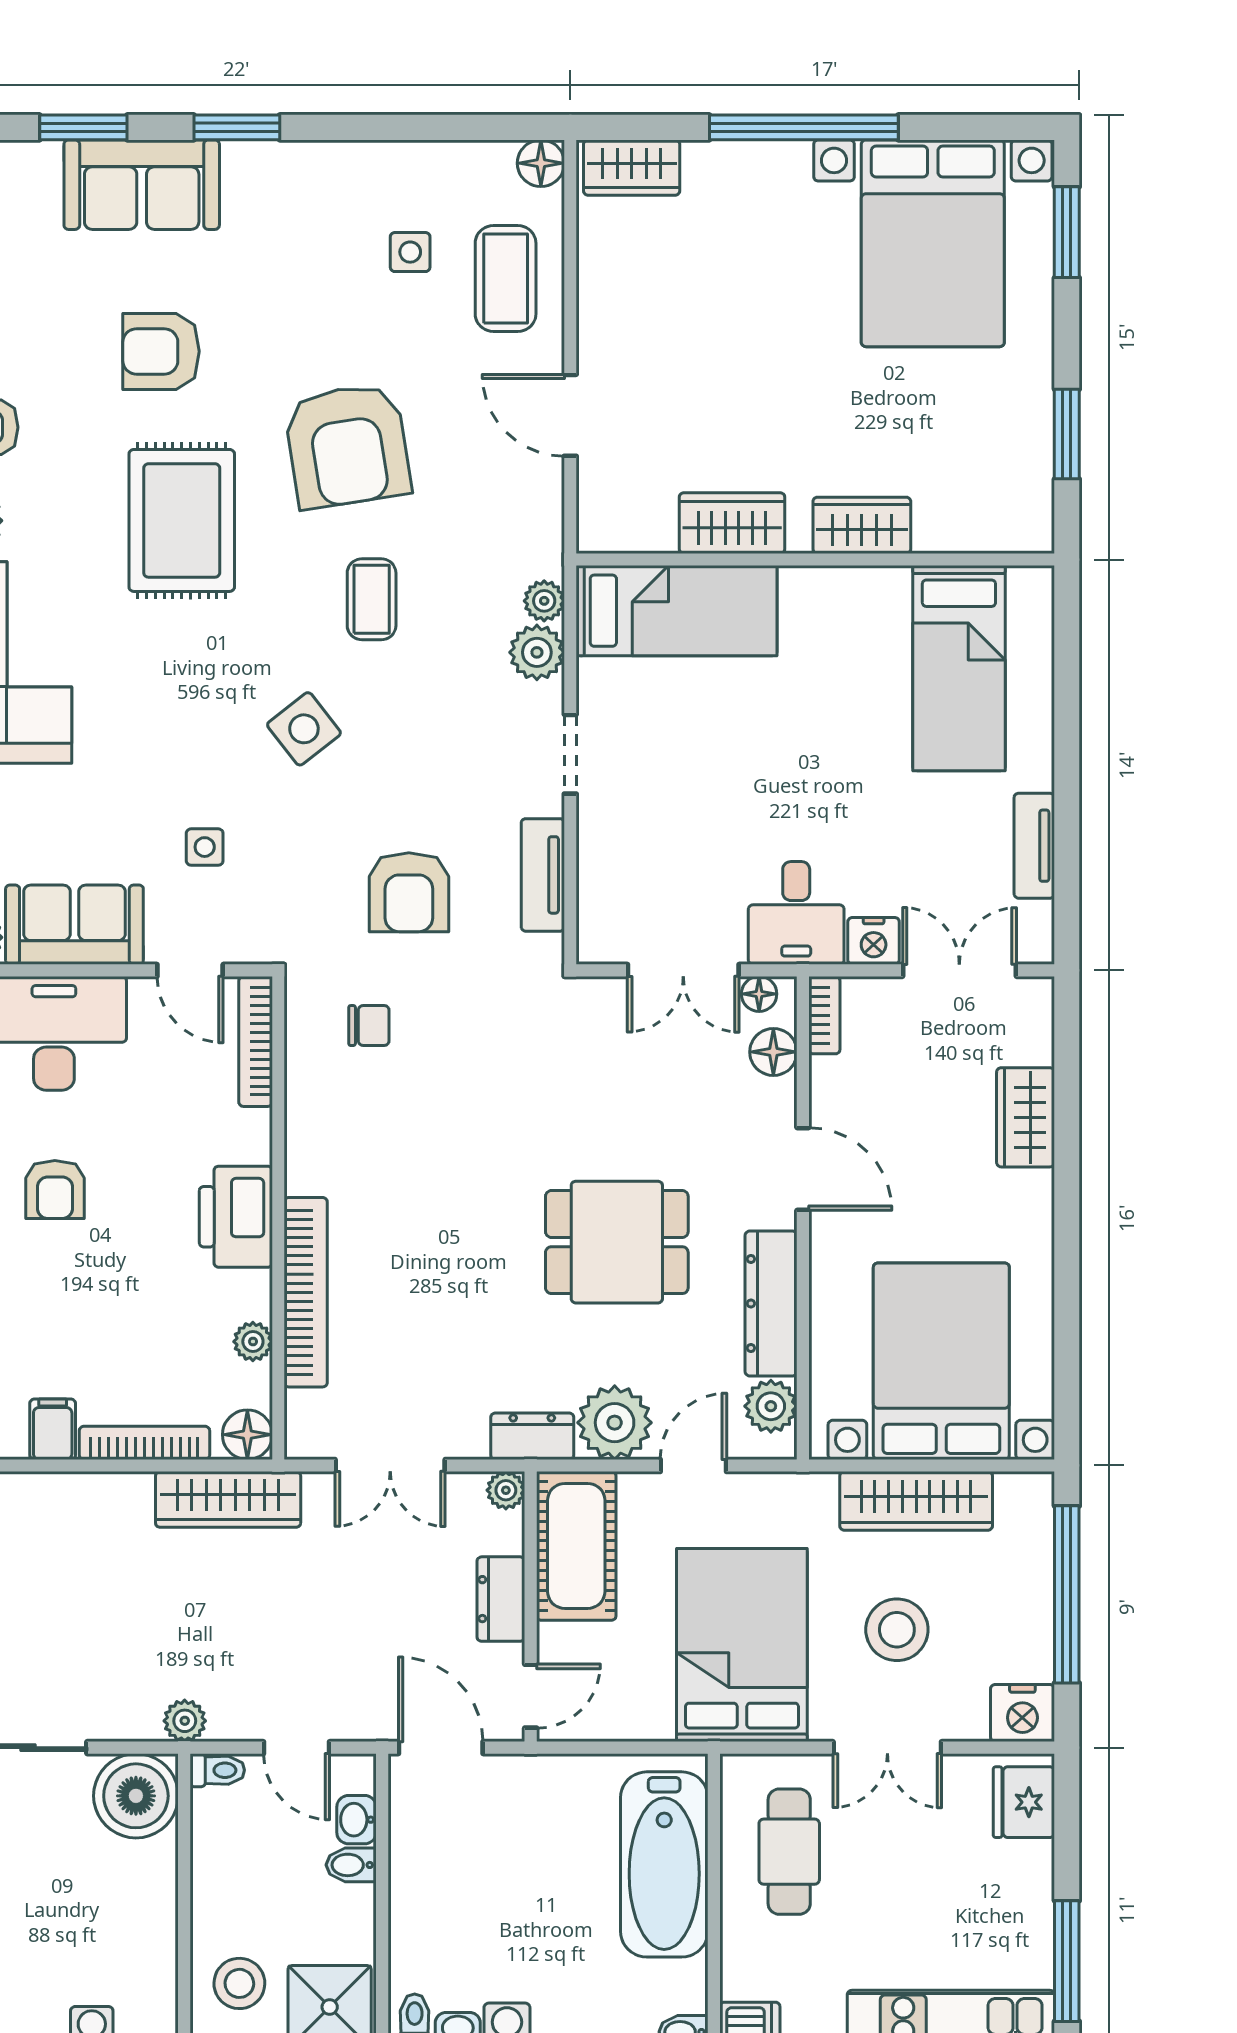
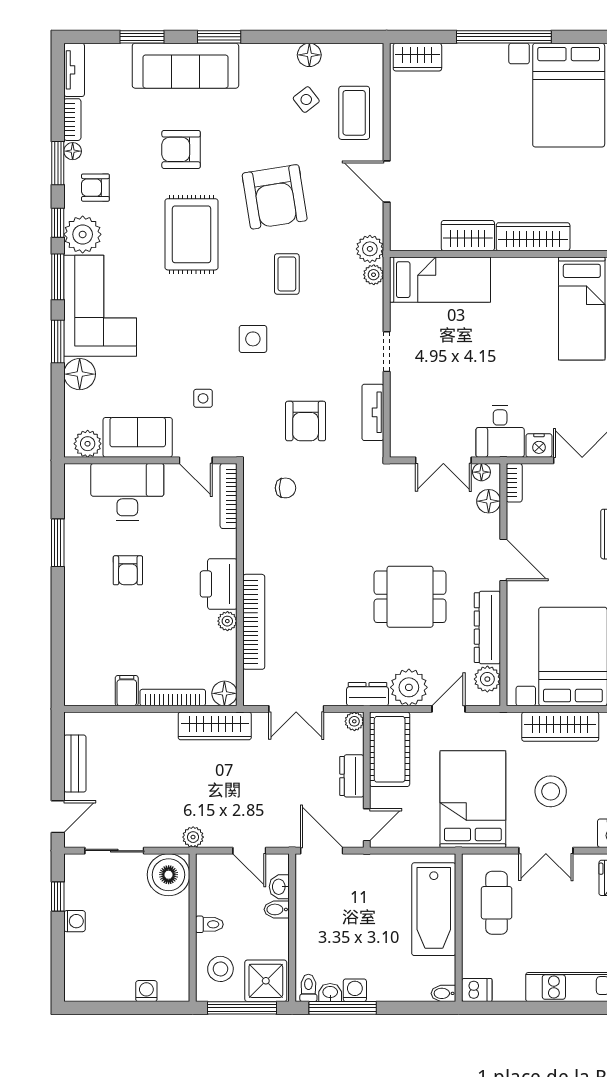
floor lamp: (541, 163) -> (309, 55), moved
sofa: (142, 185) -> (185, 66), width x1.36
side table: (410, 252) -> (306, 100), turned -38
wardrobe: (862, 525) -> (533, 237), width x1.50
plant: (537, 652) -> (370, 249), moved
side table: (304, 729) -> (253, 339), turned 38
plant: (253, 1342) -> (227, 621), moved
toilet: (217, 1770) -> (209, 924), moved

